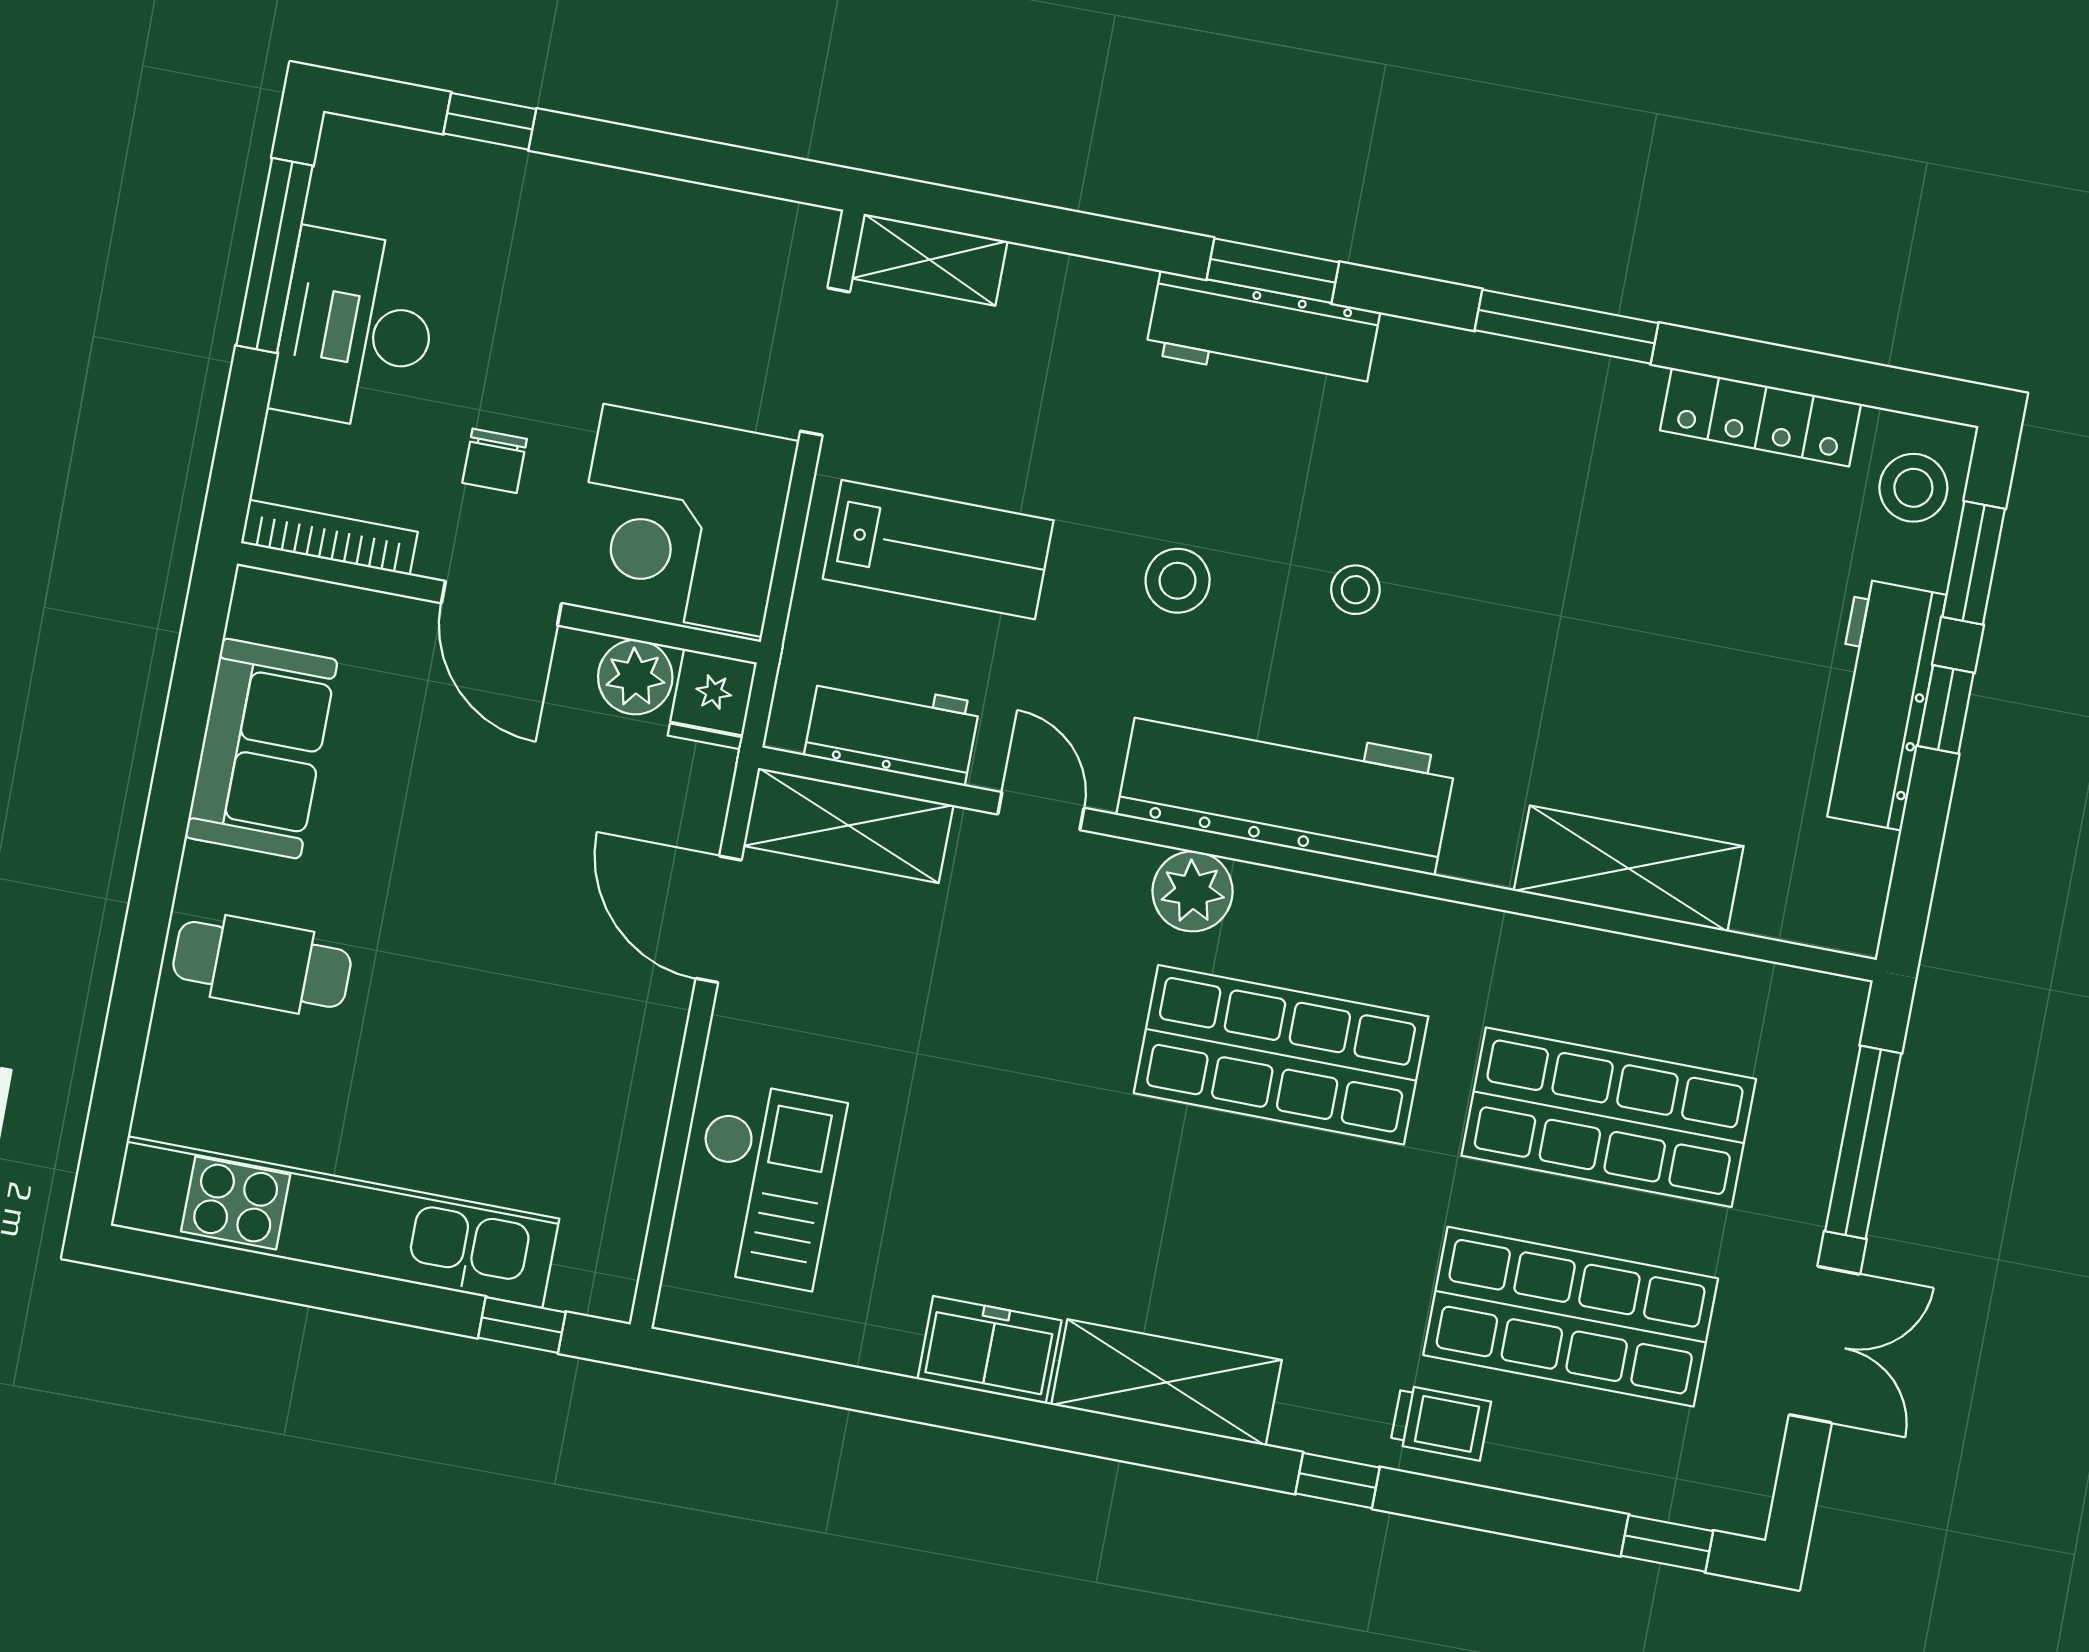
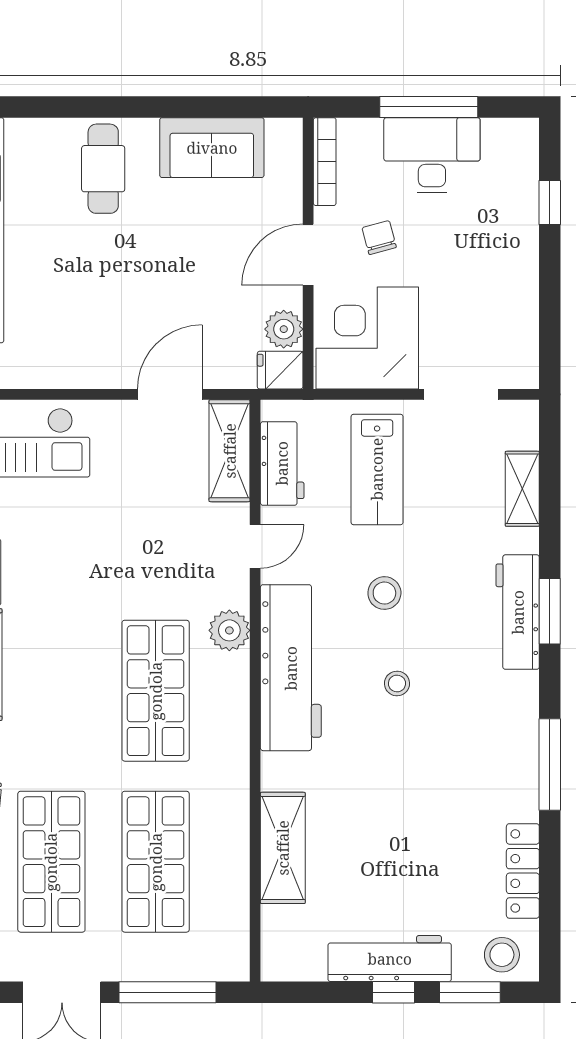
window: (275, 255) -> (429, 107), moved
shelving: (930, 260) -> (522, 489), moved
chair: (495, 461) -> (379, 237), turned 75

